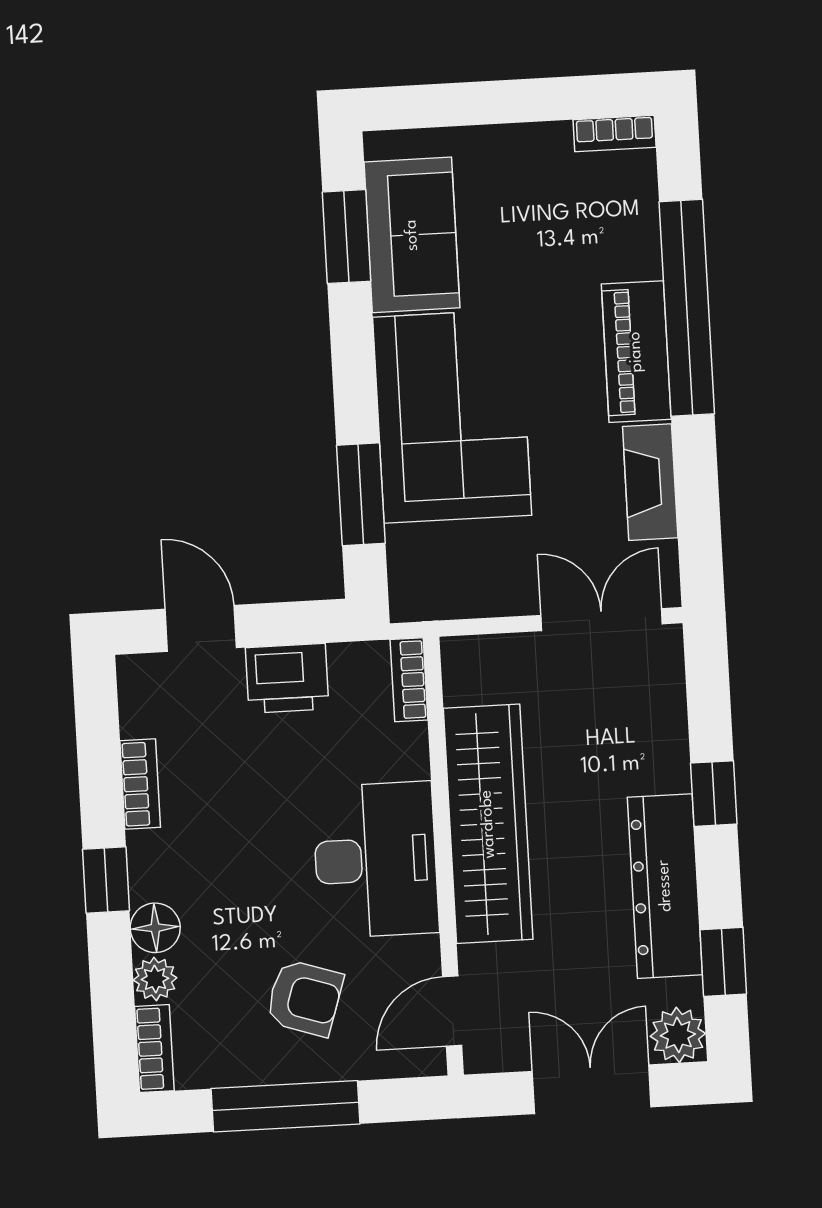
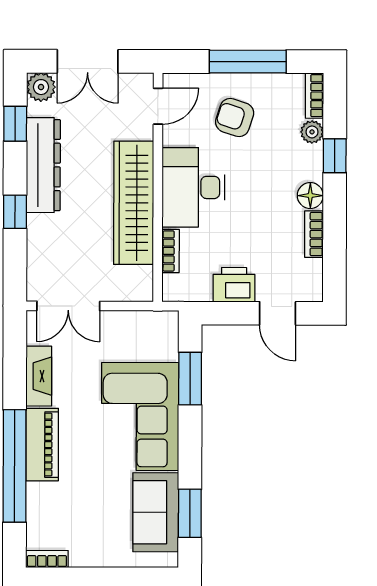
bookcase: (409, 680) -> (171, 251), moved
window: (106, 880) -> (335, 156), moved
floor lamp: (155, 928) -> (310, 196), moved

